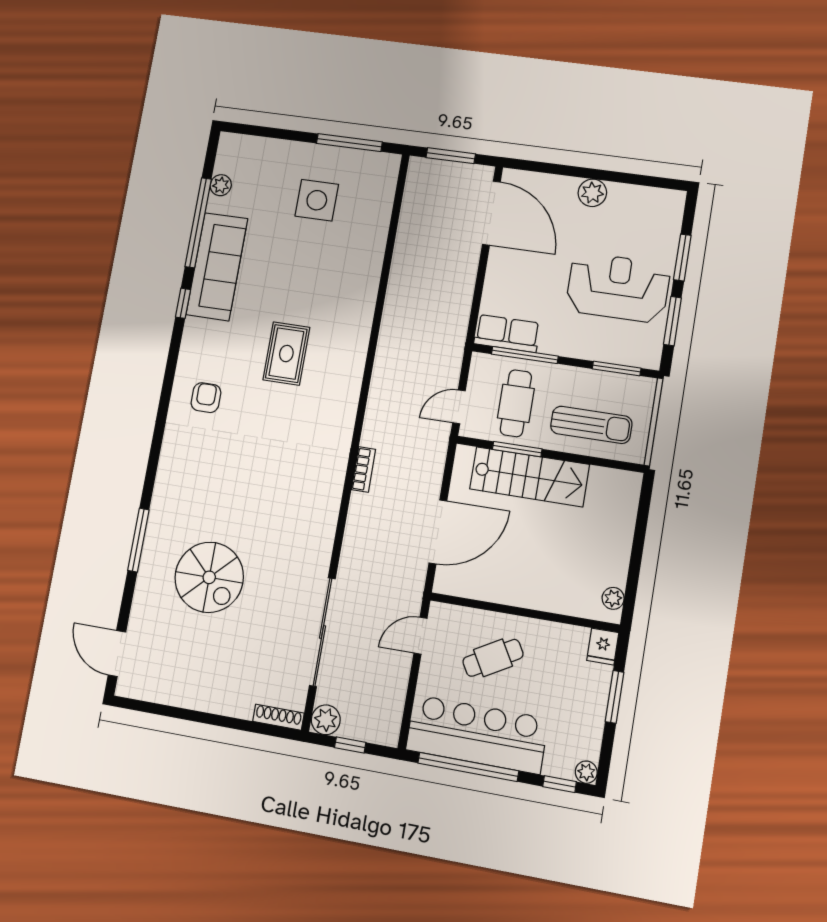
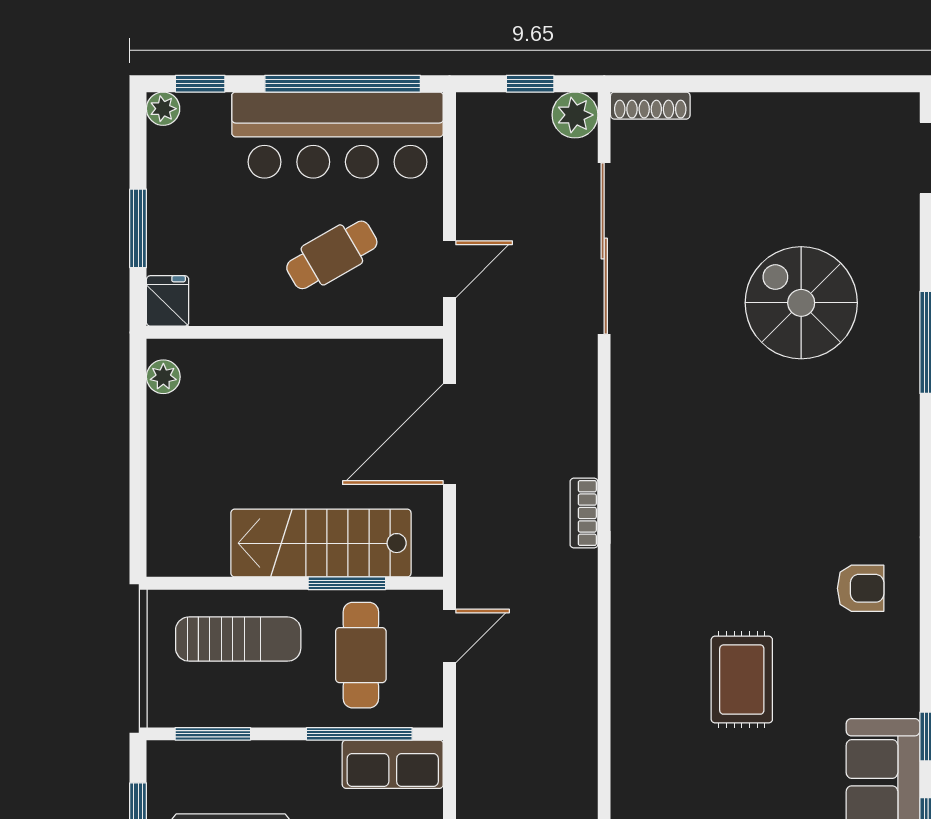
armchair: (206, 398) -> (861, 588), turned -90
sun lounger: (591, 425) -> (238, 639), turned 180

